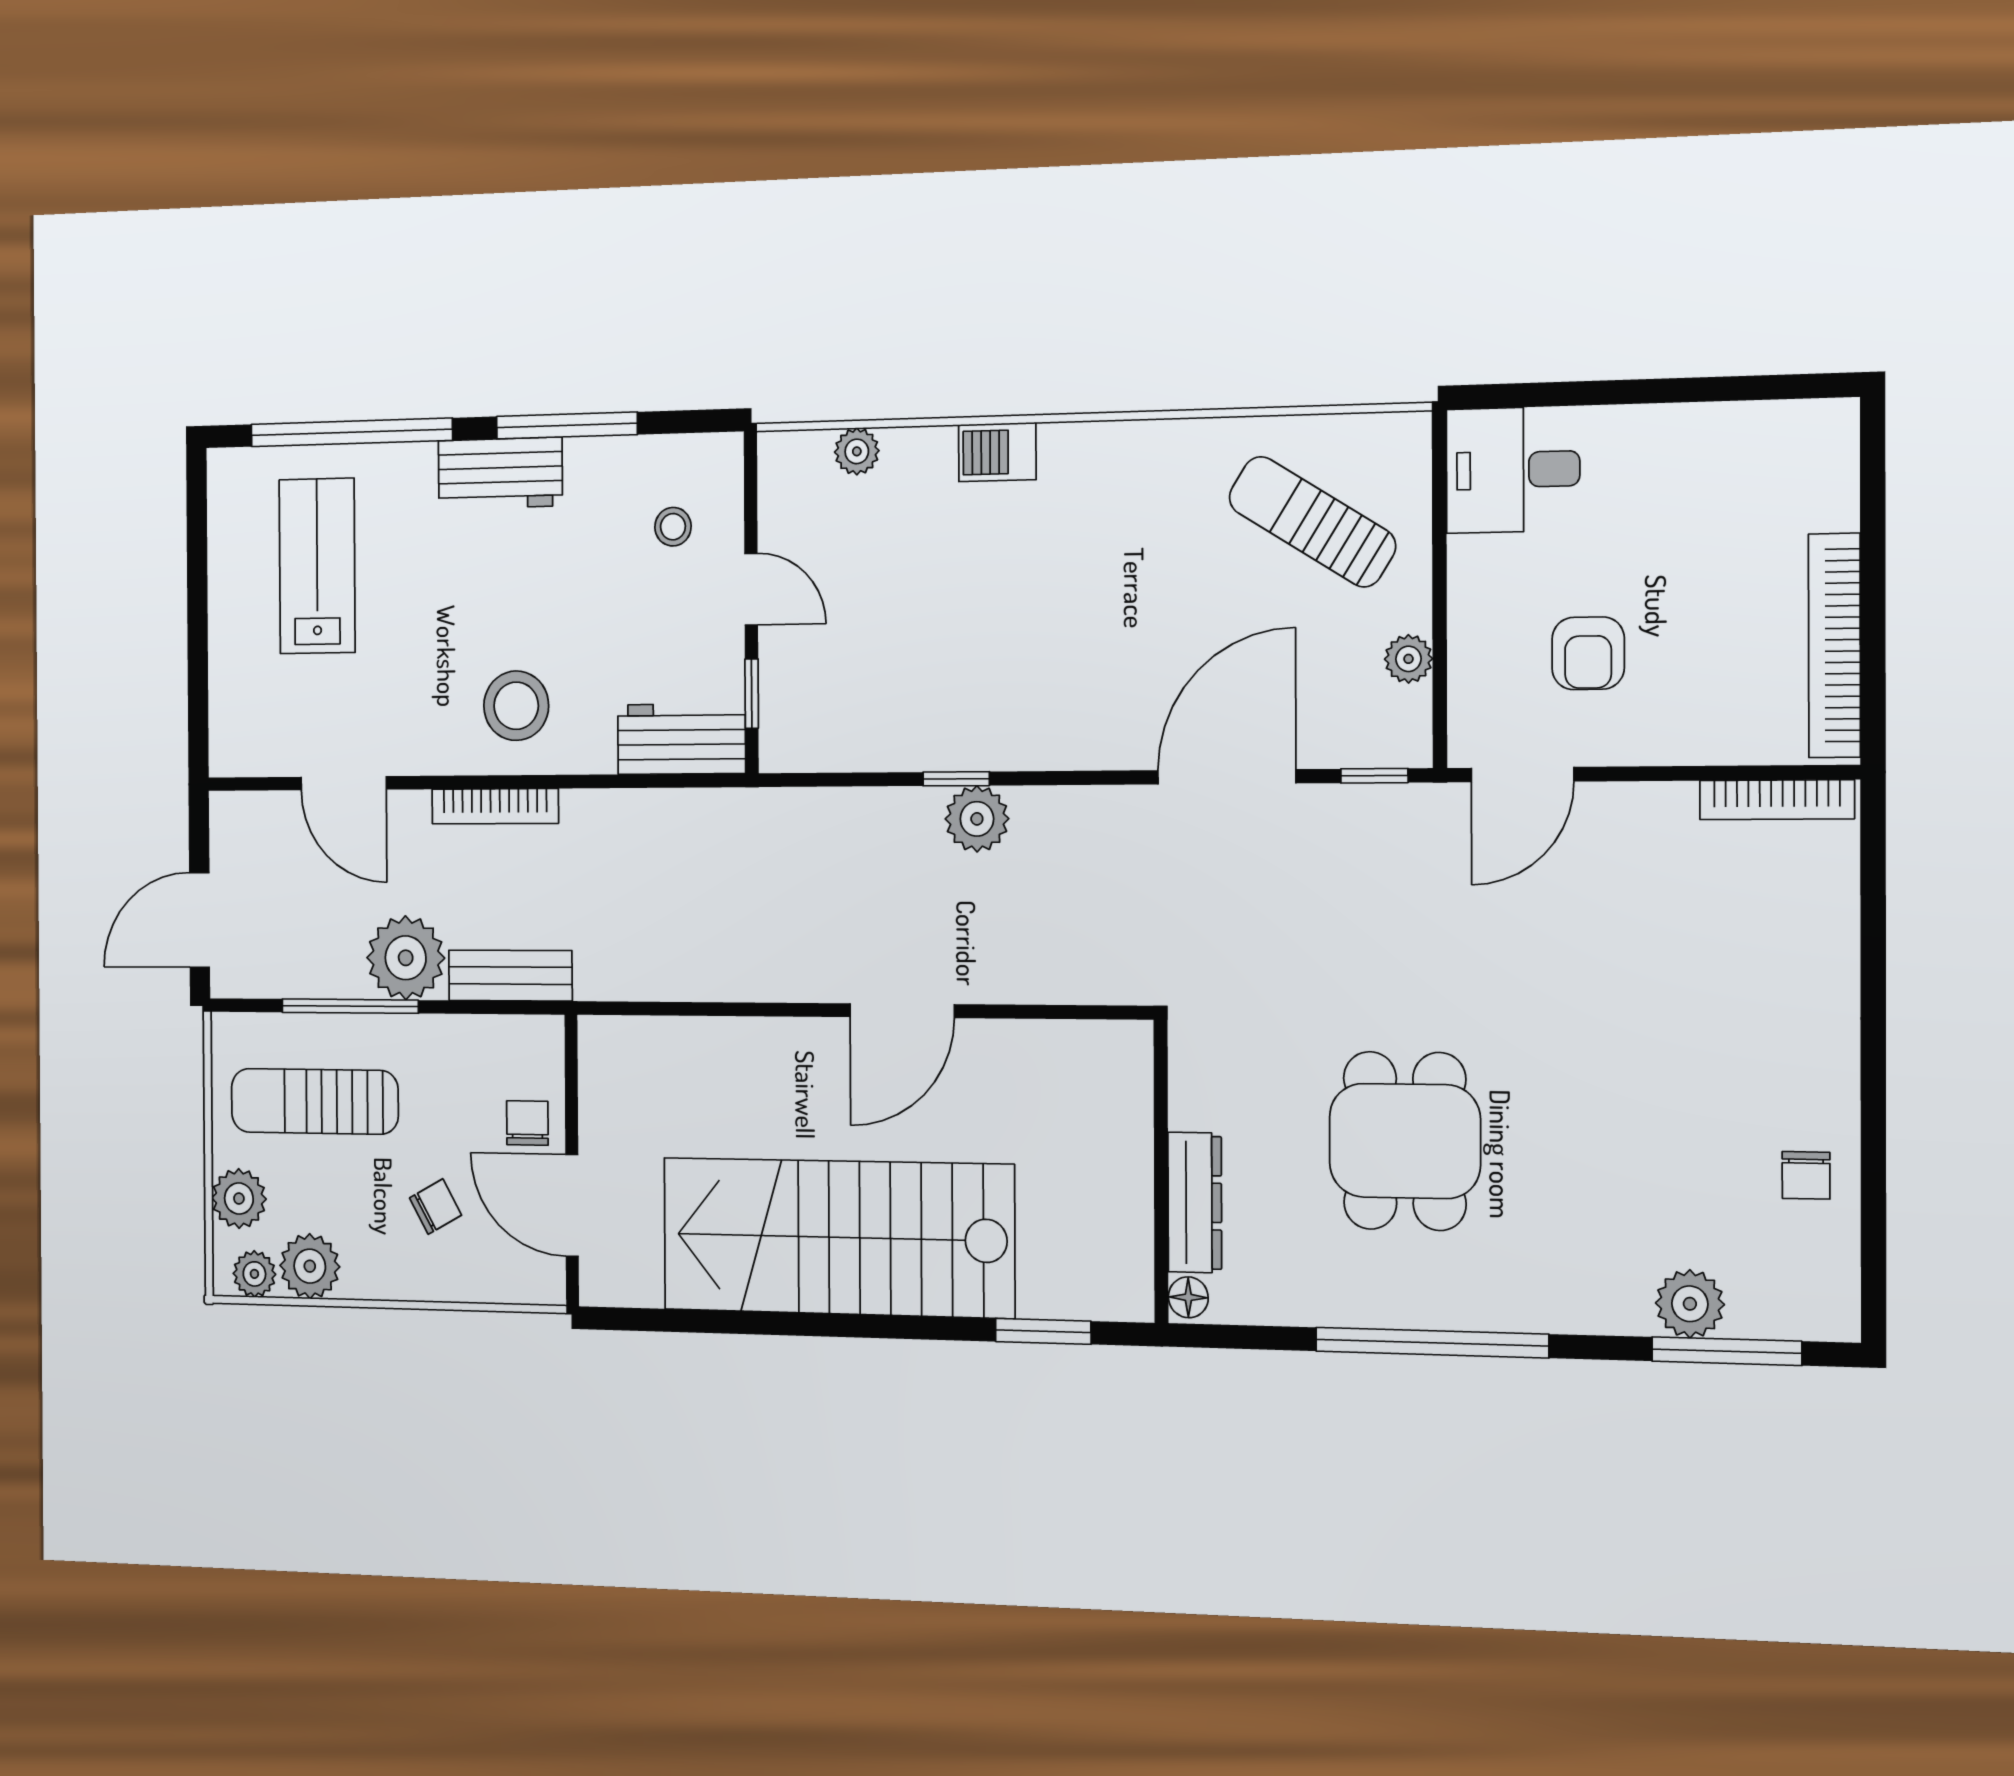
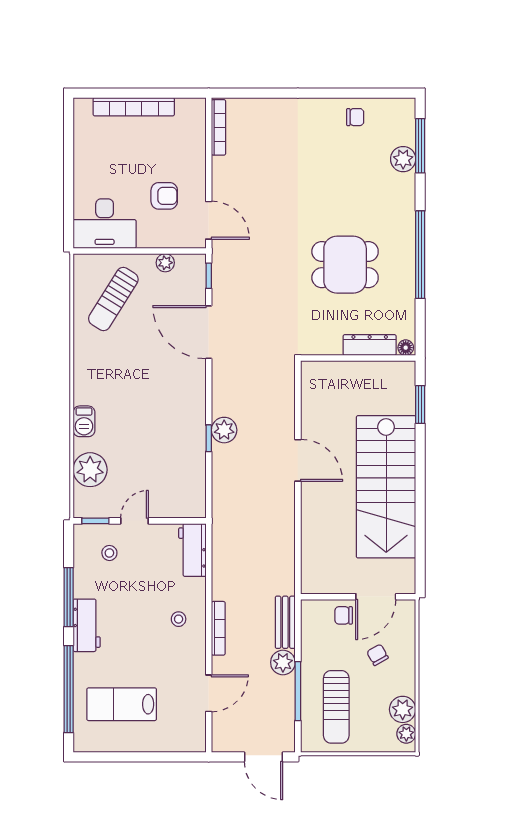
plant: (857, 451) -> (90, 470), width x1.88, depth x1.88
desk: (1513, 470) -> (105, 224), width x1.37
bookcase: (1834, 645) -> (134, 107), moved
window: (752, 694) -> (95, 521), moved
stool: (516, 706) -> (179, 619), width x0.53, depth x0.53
plant: (406, 958) -> (283, 662), width x0.73, depth x0.73
plant: (239, 1199) -> (376, 740), removed

